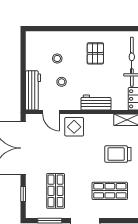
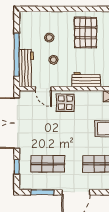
pallet: (95, 53) -> (86, 33), width x1.50, depth x1.42
window: (23, 77) -> (17, 55), added
shop shelf: (56, 191) -> (48, 164), turned 90

